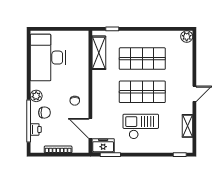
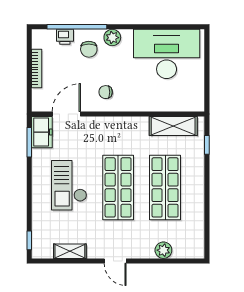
plant: (187, 37) -> (163, 250), moved
checkout: (141, 127) -> (69, 185), turned 180

